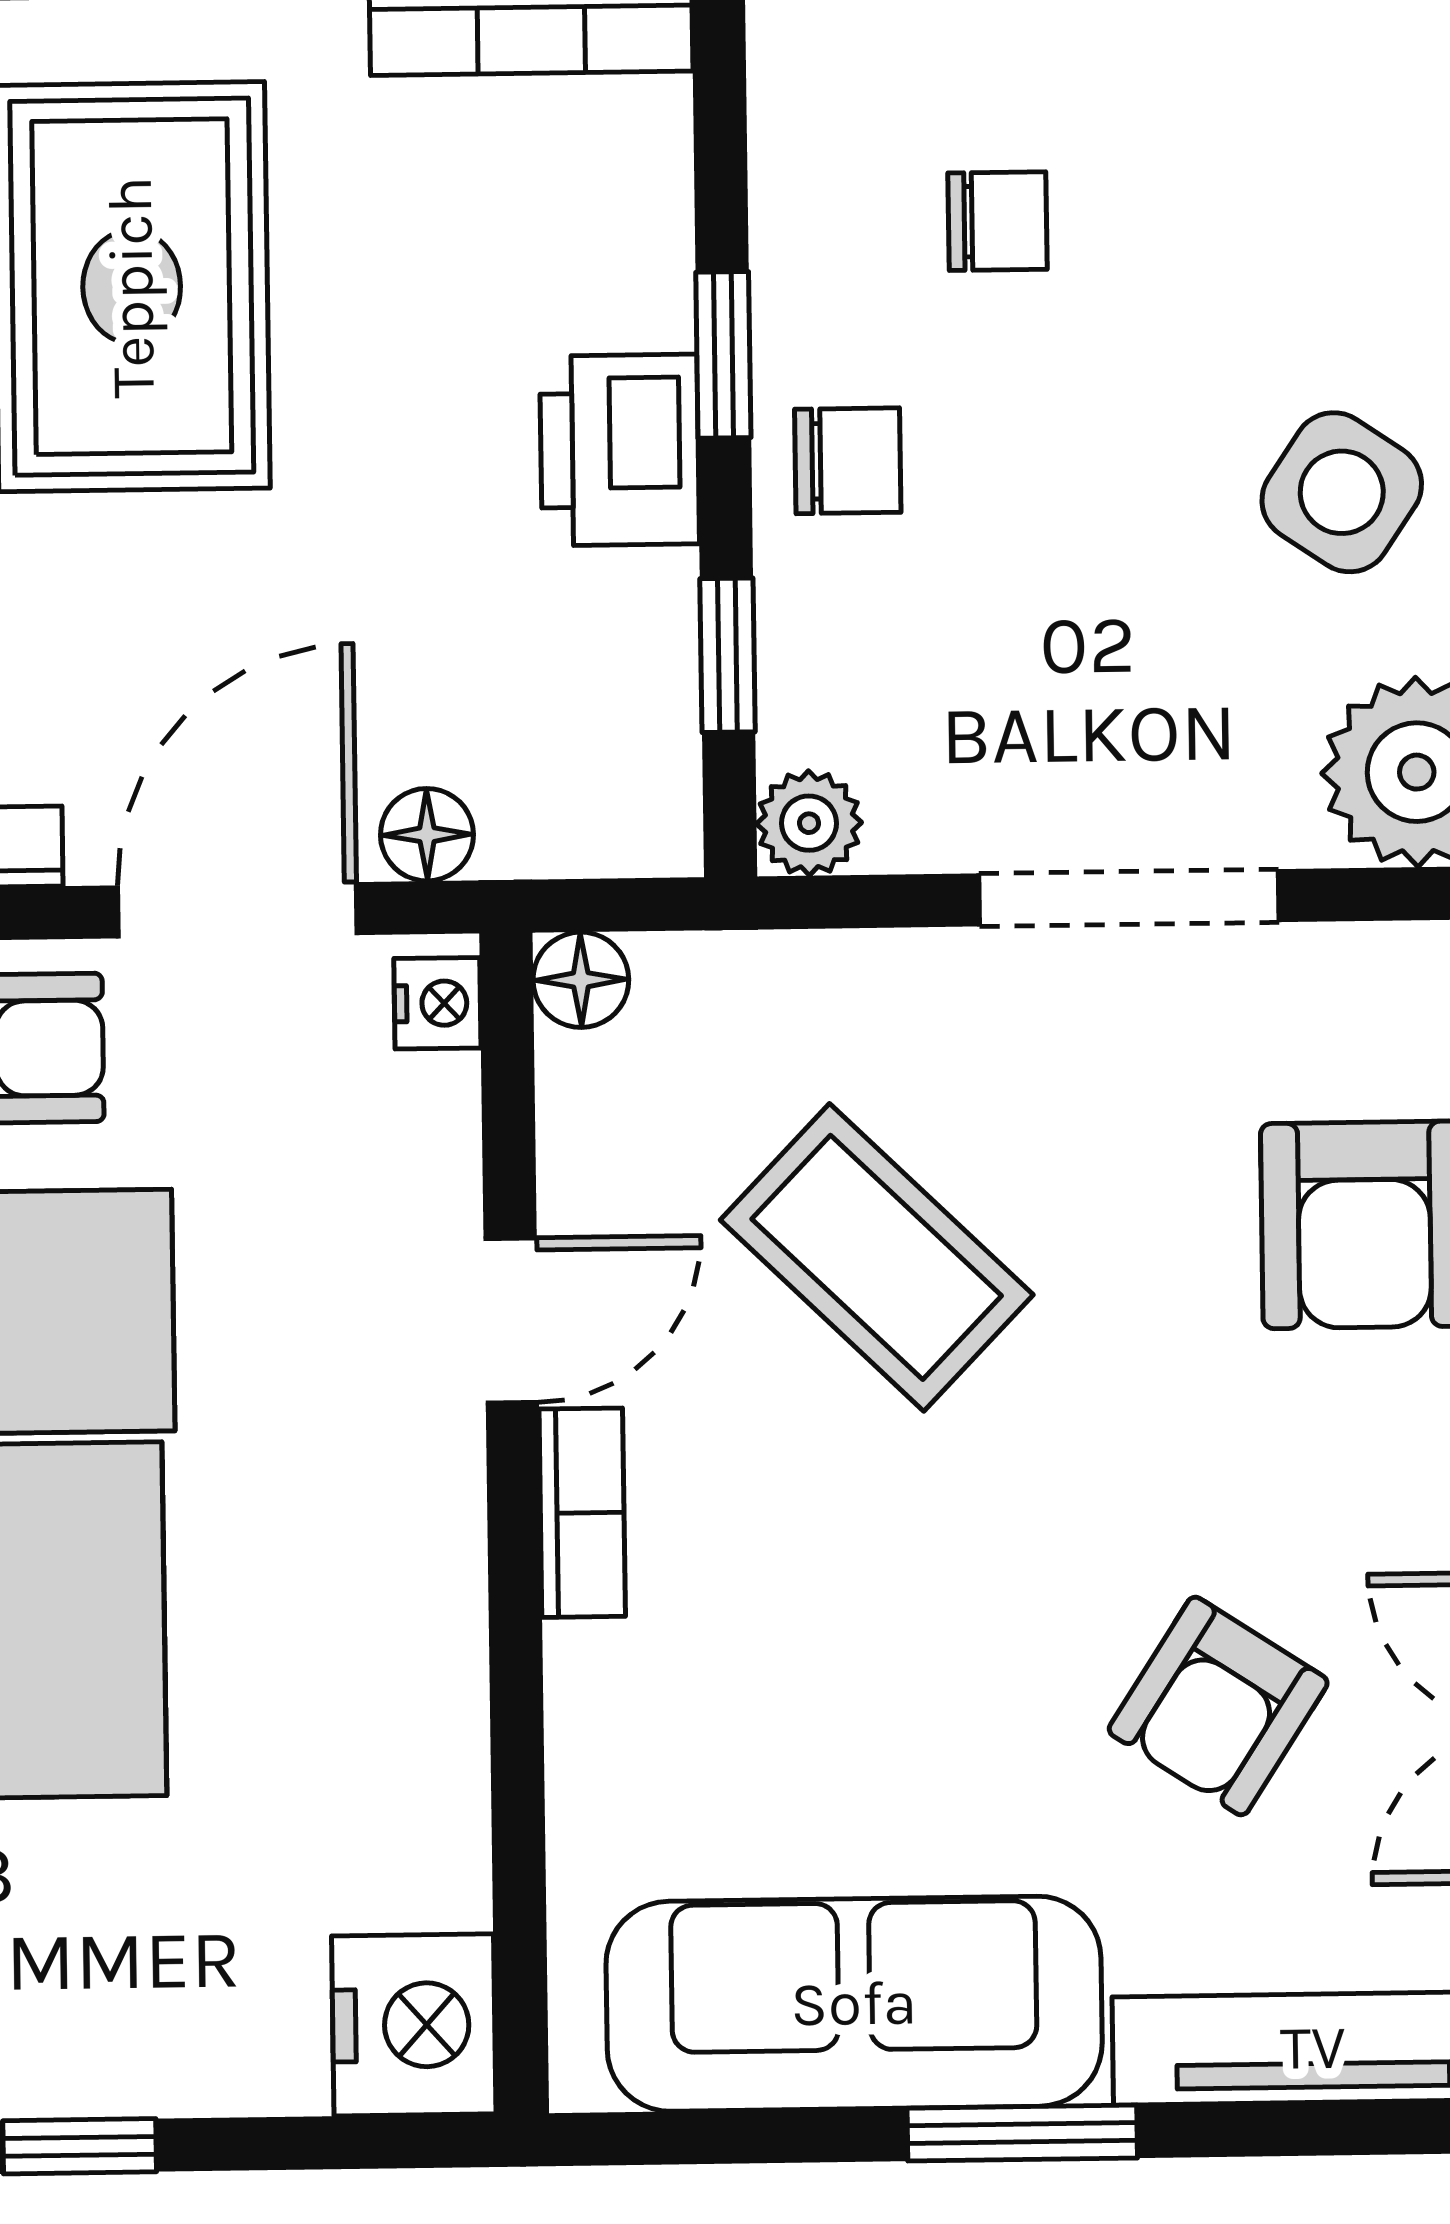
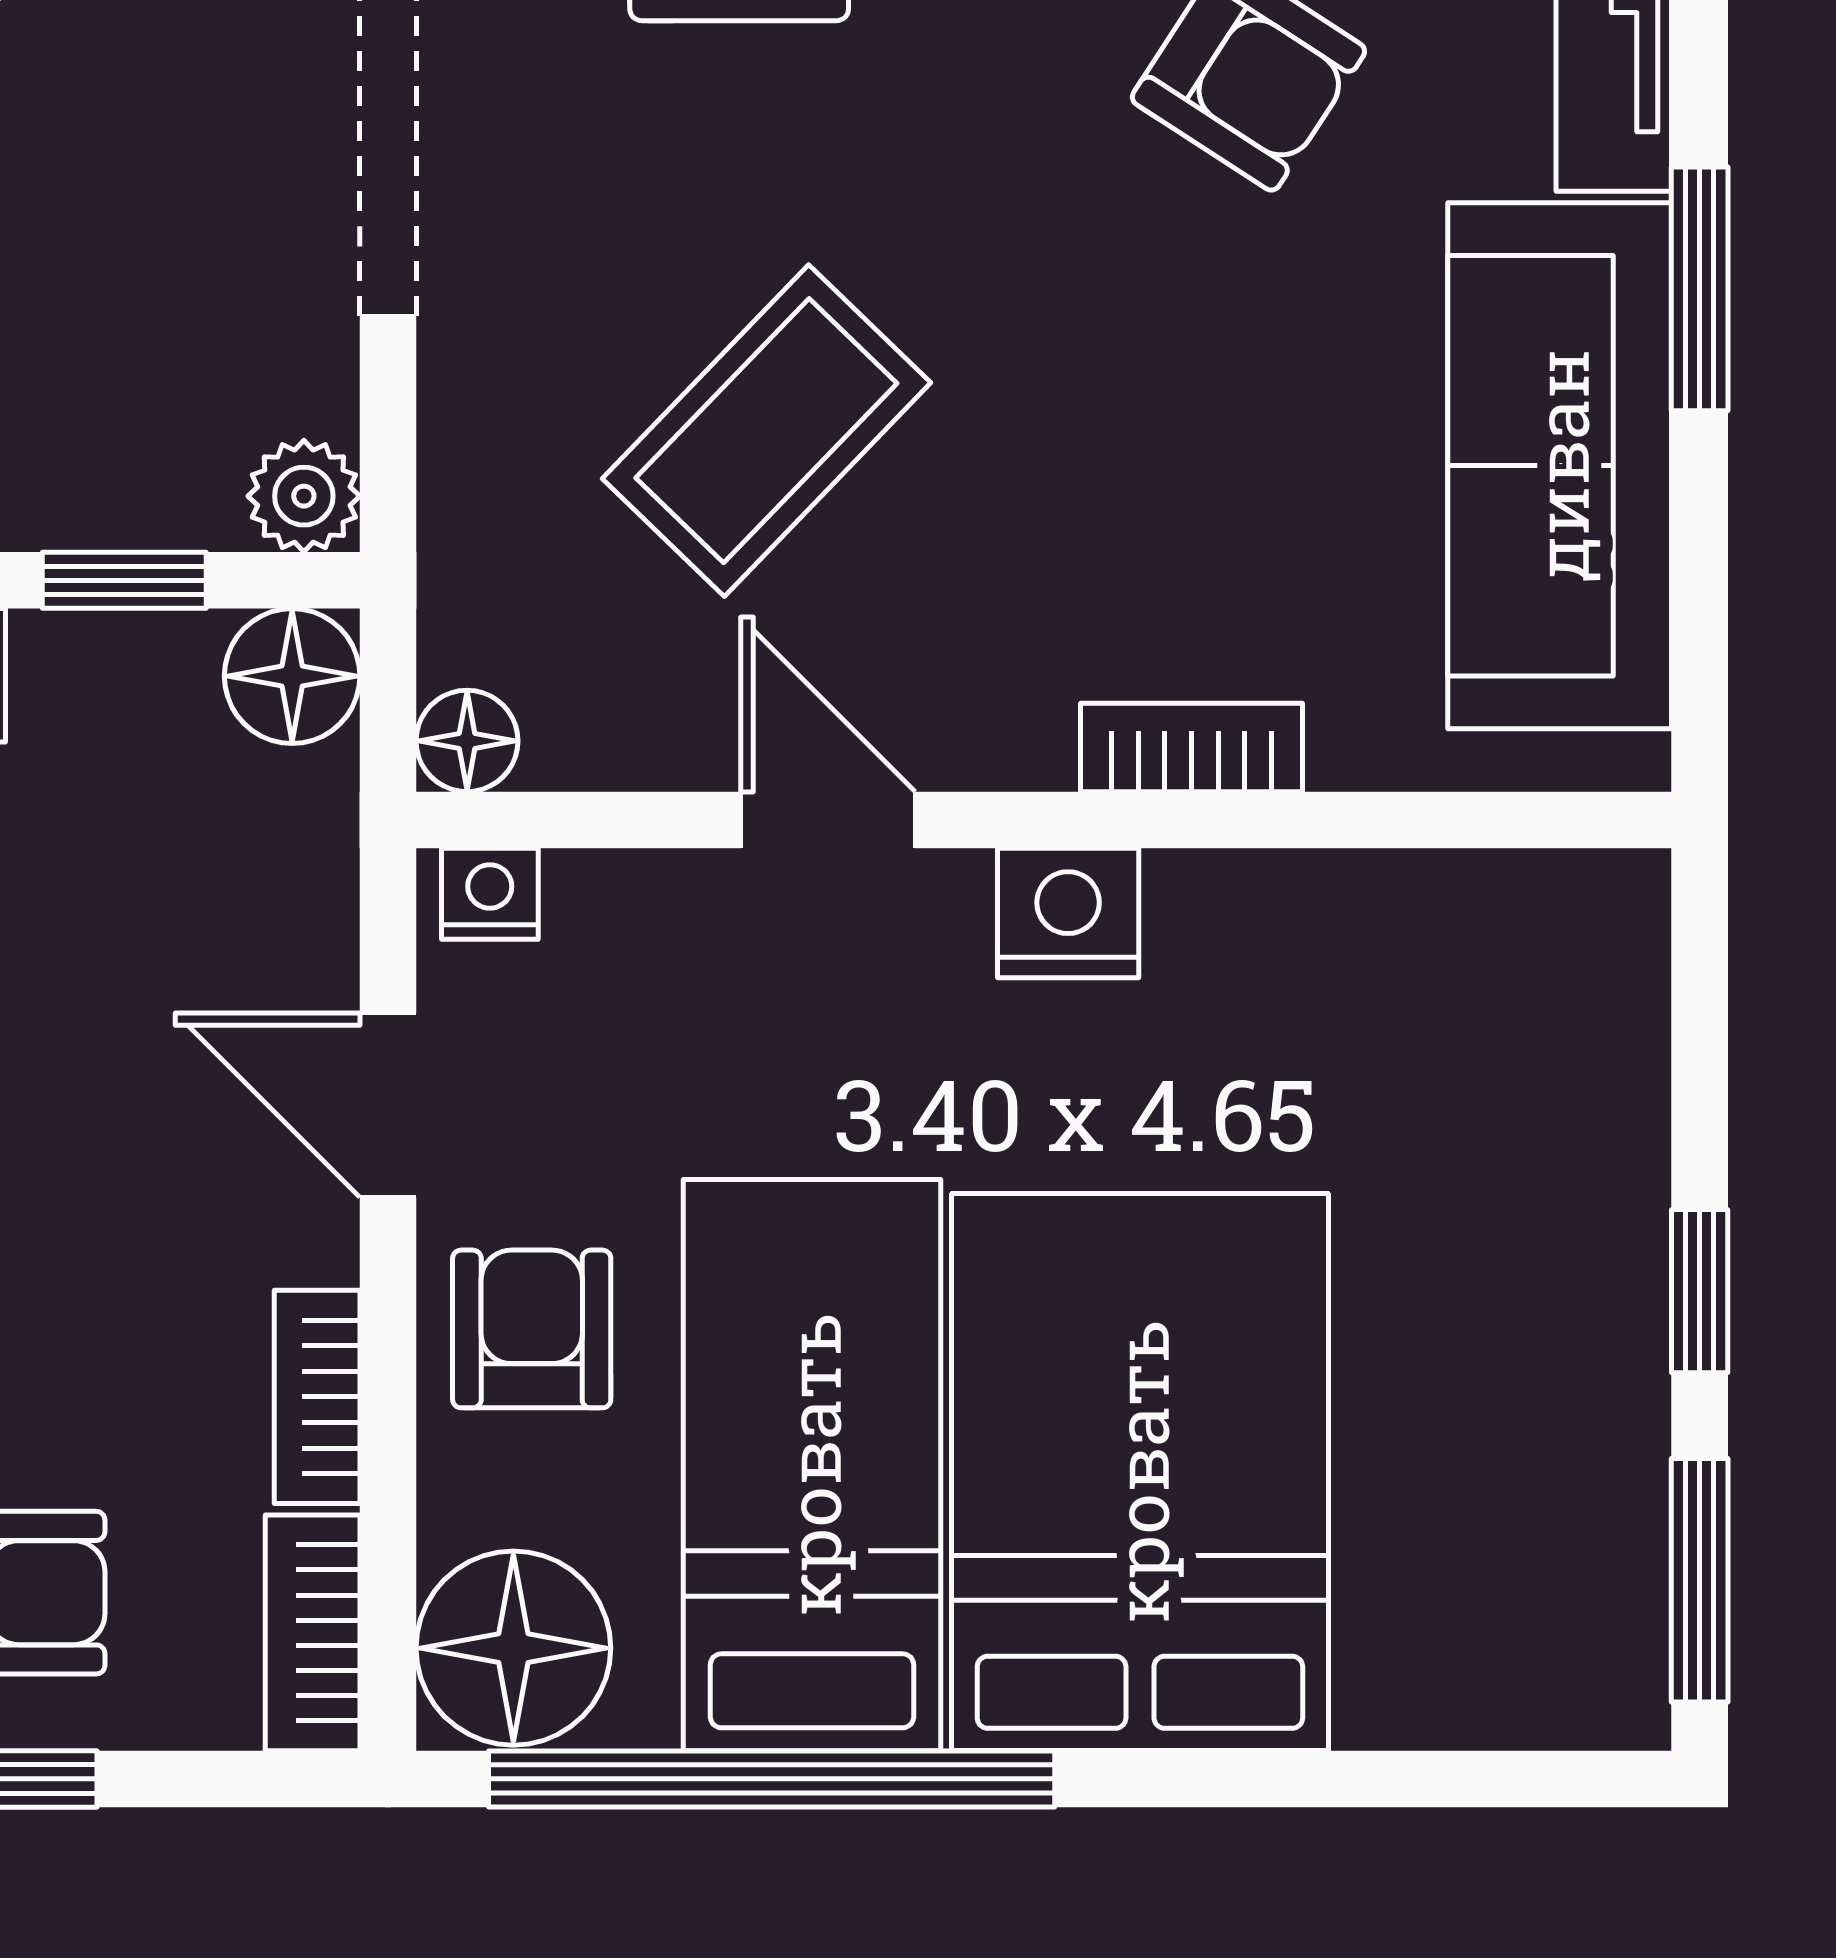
floor lamp: (427, 835) -> (292, 676), moved, width x1.37, depth x1.37
door: (237, 910) -> (388, 1105), width x0.73
bookcase: (582, 1513) -> (1192, 747), moved
nightstand: (414, 2025) -> (1068, 913), moved, width x0.74, depth x0.75

